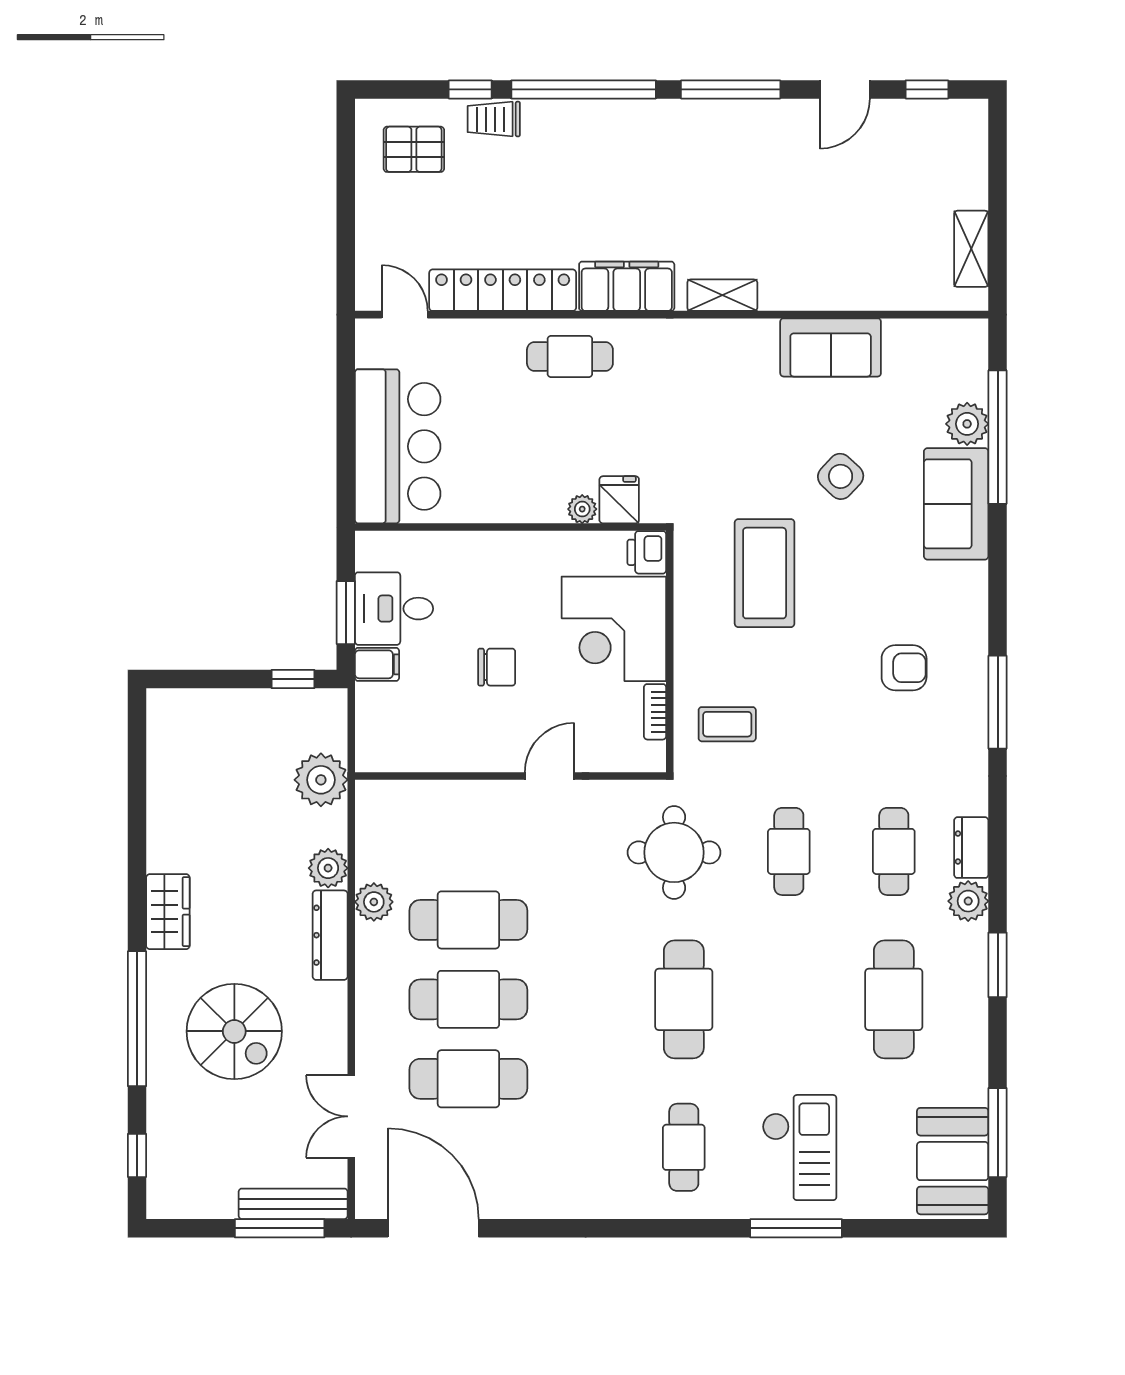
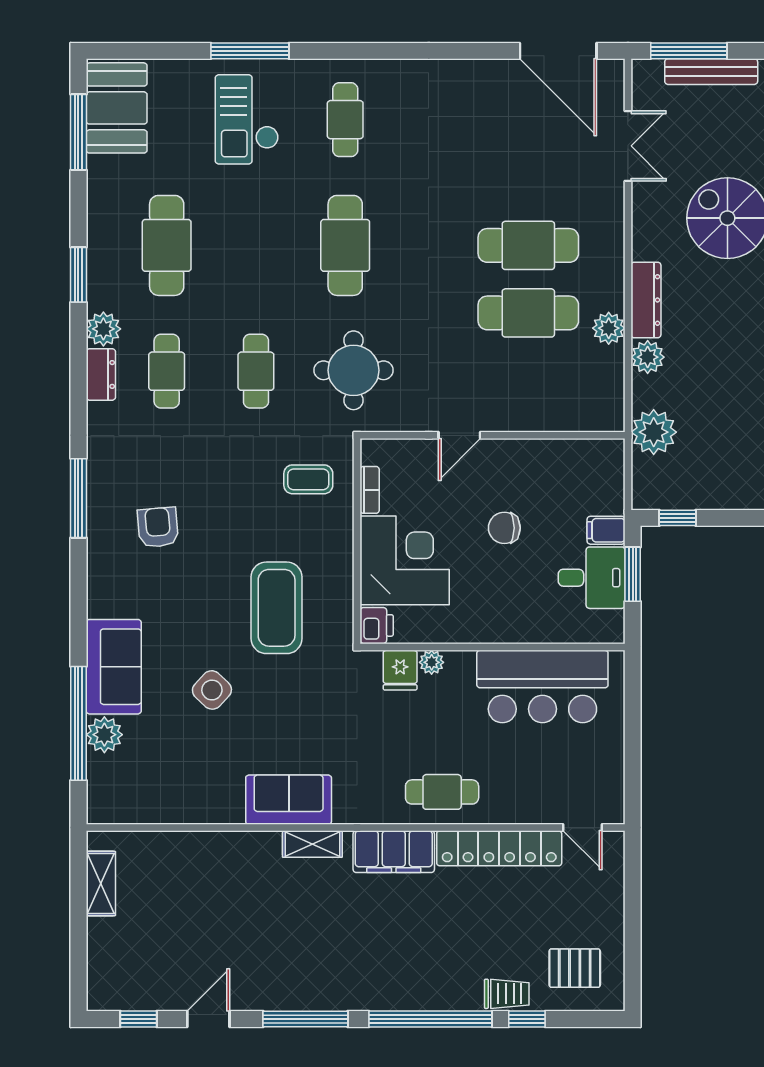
sofa: (831, 347) -> (289, 800), moved
bar counter: (398, 446) -> (542, 686), moved, turned -90
armchair: (904, 668) -> (158, 527), turned 85
cafe table: (468, 1079) -> (528, 178), removed
bench: (293, 1204) -> (711, 72), moved

